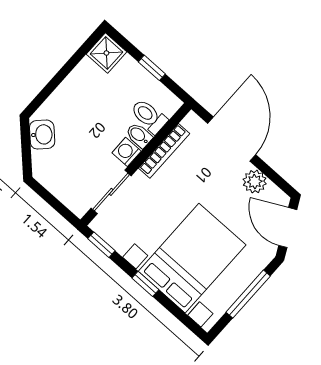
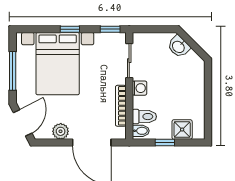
shower: (106, 53) -> (182, 130), moved
washbasin: (42, 135) -> (179, 47), moved
bidet: (139, 135) -> (141, 131), moved
door: (288, 228) -> (23, 123), hinge flipped

